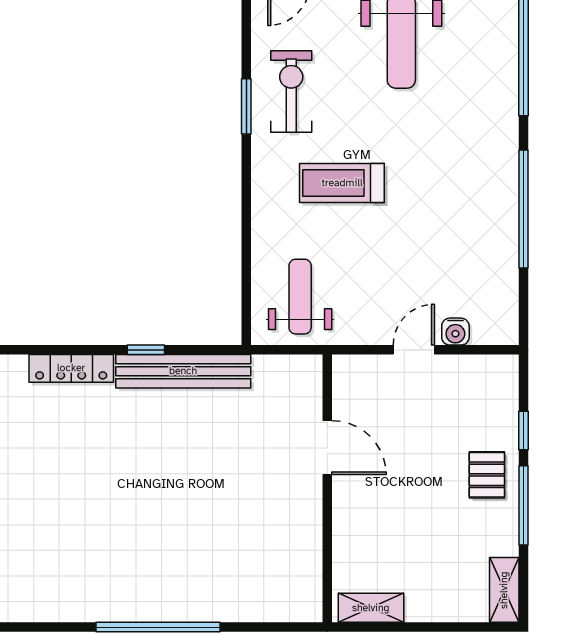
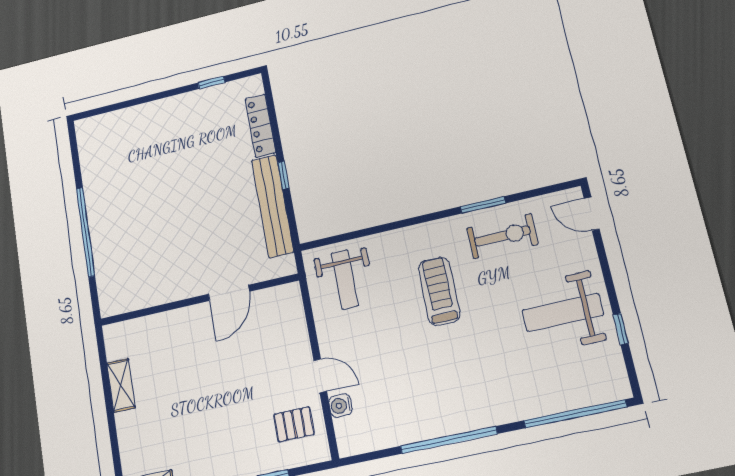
weight bench: (300, 297) -> (345, 279), turned 90
door: (327, 448) -> (229, 293), moved
pallet: (487, 475) -> (294, 424), moved
wall: (327, 488) -> (199, 300), moved

